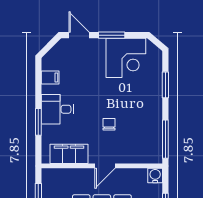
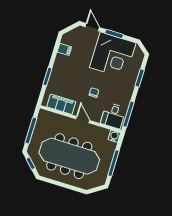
corner desk: (126, 58) -> (113, 55), width x1.36, depth x1.36
desk: (57, 109) -> (113, 116), moved, turned -90
door: (105, 166) -> (83, 120), swing flipped

